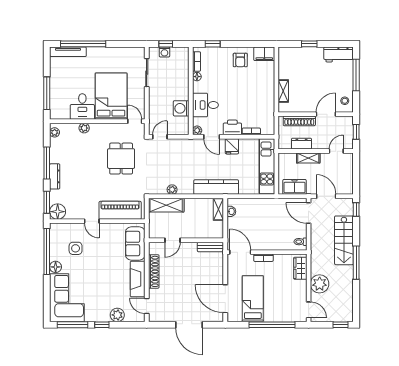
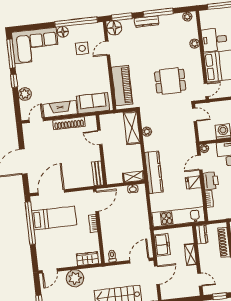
dresser: (302, 144) -> (202, 234), moved
door: (92, 221) -> (108, 48), moved
window: (272, 325) -> (30, 223), moved

